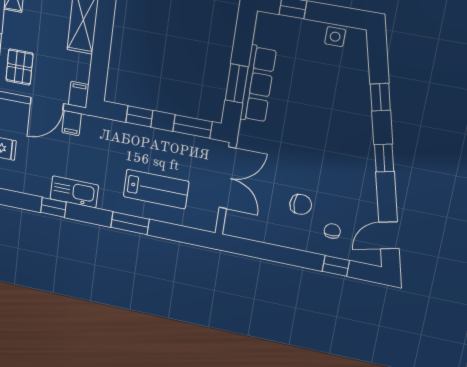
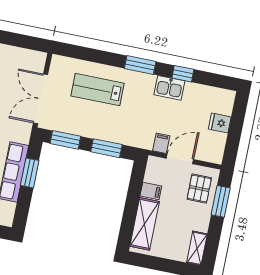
filing cabinet: (79, 95) -> (151, 191), moved, turned -90
window: (139, 116) -> (106, 148), width x1.50
kitchen sink: (74, 192) -> (169, 88), width x0.73
window: (130, 223) -> (140, 65), moved

